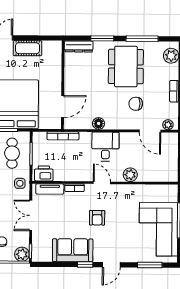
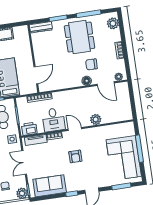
floor lamp: (99, 123) -> (87, 81), moved
desk: (105, 147) -> (53, 120), moved, turned 180
sofa: (73, 250) -> (50, 186), moved

